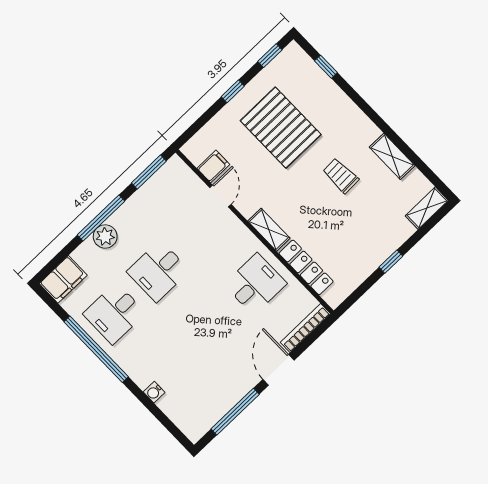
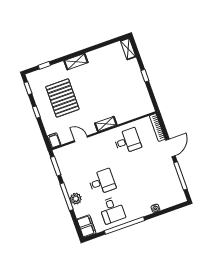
pallet: (281, 128) -> (62, 98), turned 90
shelving: (392, 156) -> (76, 62), moved
filing cabinet: (213, 166) -> (54, 140), moved
trolley: (341, 176) -> (96, 81), removed
locker: (306, 267) -> (130, 115), removed
desk: (158, 271) -> (102, 182), turned -90
desk: (255, 284) -> (127, 141), turned 90
door: (279, 370) -> (171, 148), swing flipped

